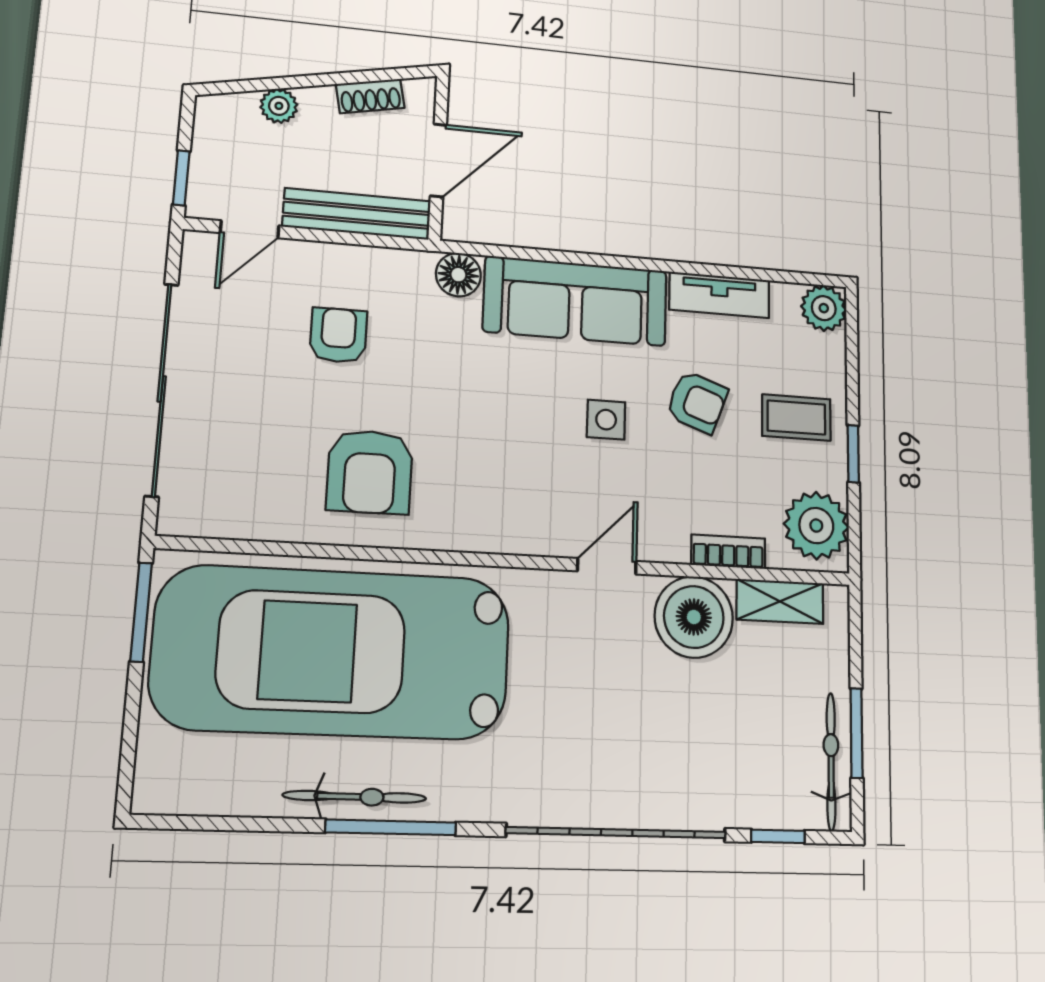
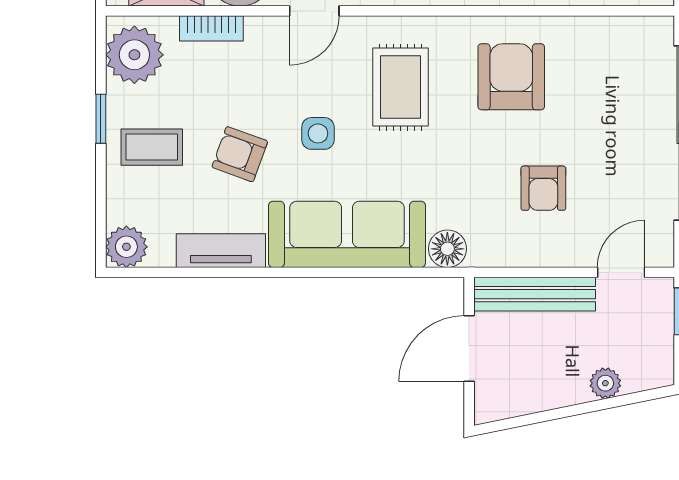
shoe rack: (370, 96) -> (530, 401), removed
rug: (506, 468) -> (400, 87), added

